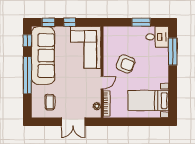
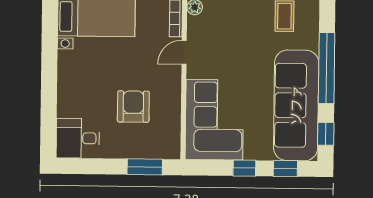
window: (141, 22) -> (145, 167), moved
window: (173, 52) -> (49, 110), removed
armchair: (125, 64) -> (133, 107), moved, turned 69

